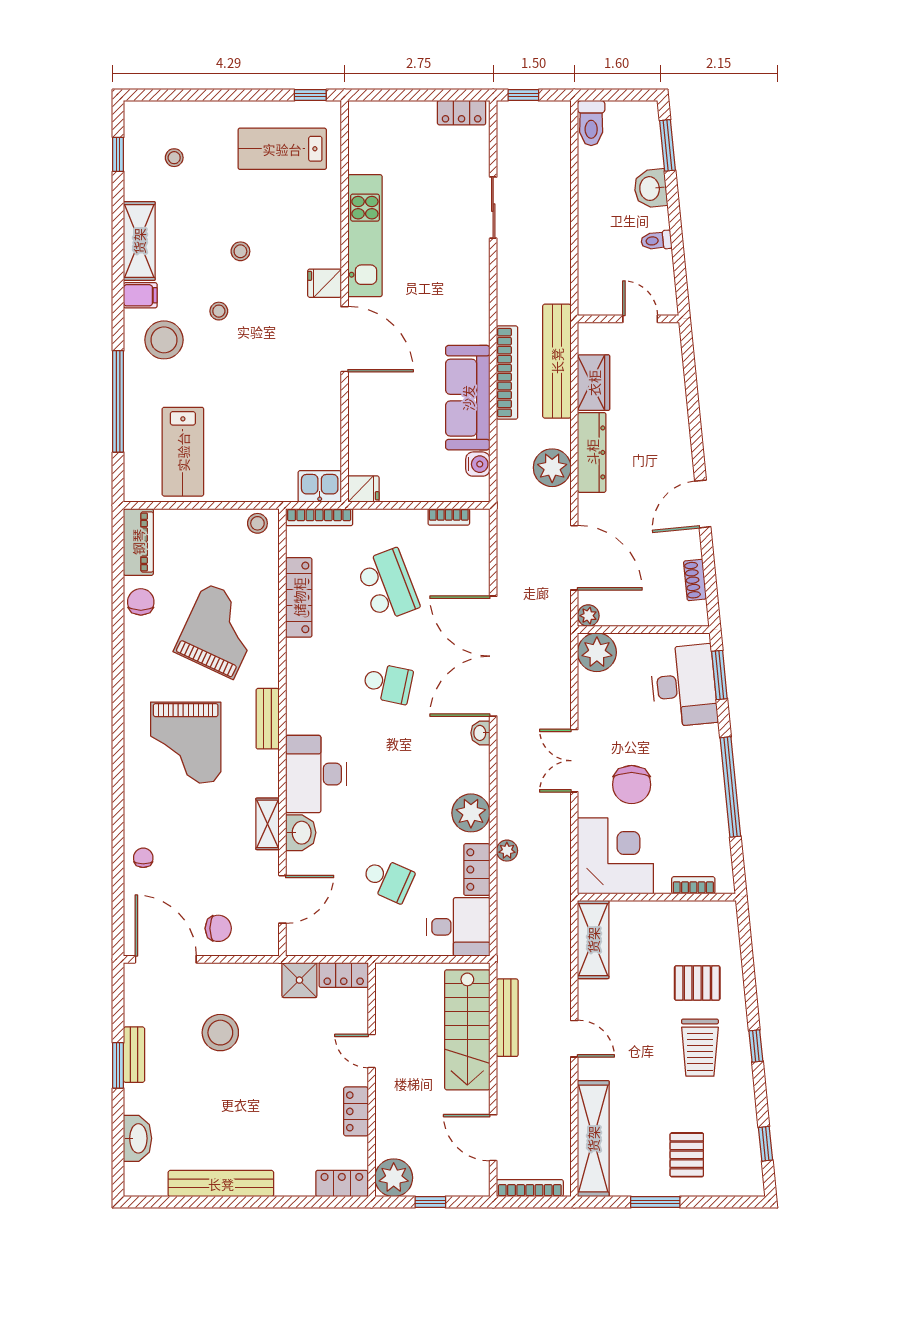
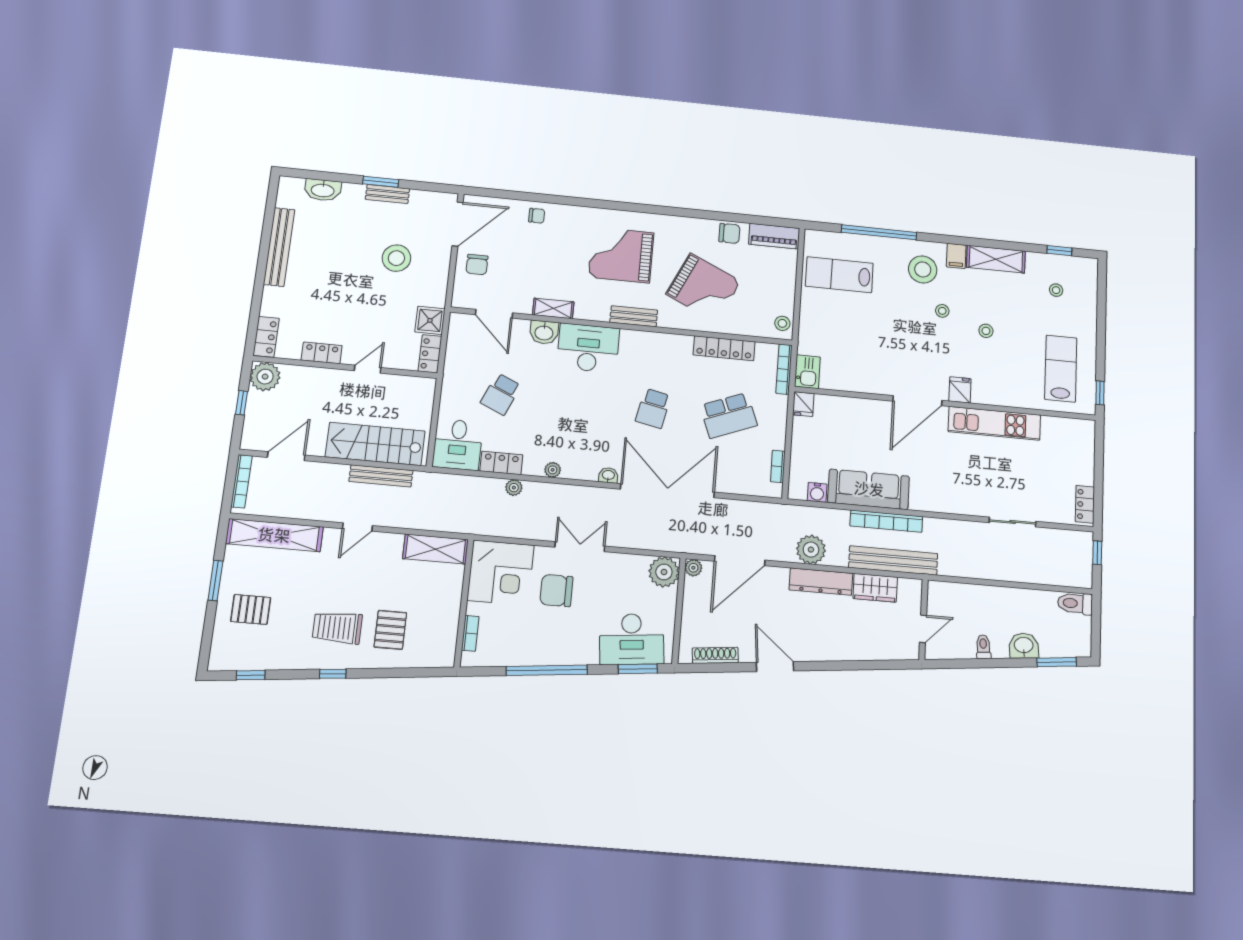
shoe rack: (695, 580) -> (715, 655), width x1.43
plant: (471, 813) -> (553, 470), width x0.53, depth x0.53

